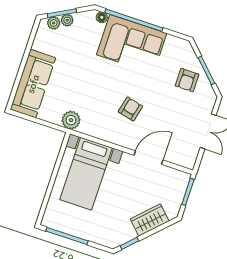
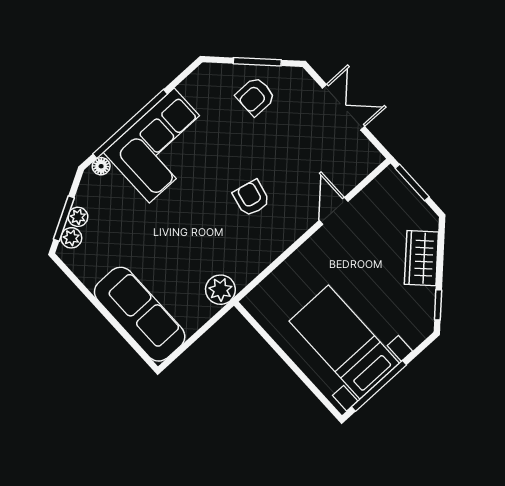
armchair: (187, 80) -> (255, 96), turned 90
door: (149, 158) -> (334, 211), width x0.73
bed with nightstands: (86, 174) -> (344, 342), moved, turned 180

